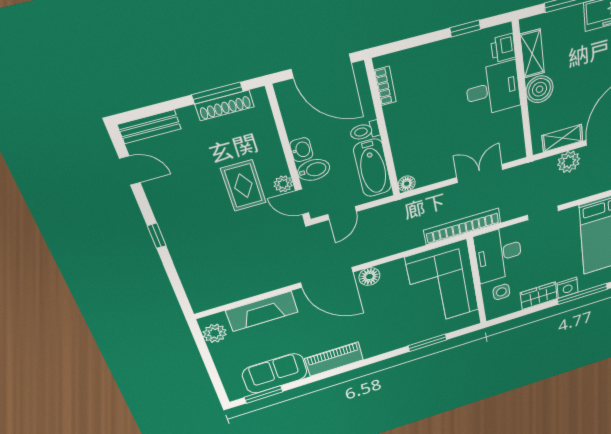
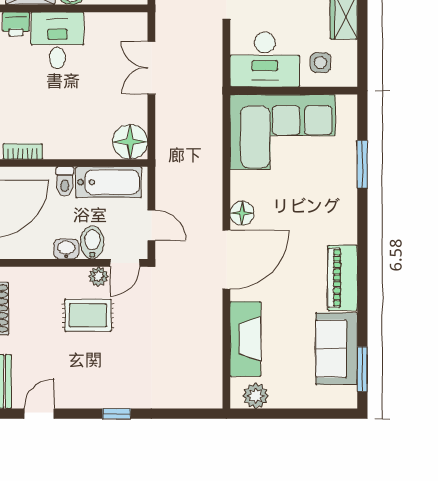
floor lamp: (407, 184) -> (130, 142), width x1.89, depth x1.89
bookcase: (462, 226) -> (212, 97), removed

